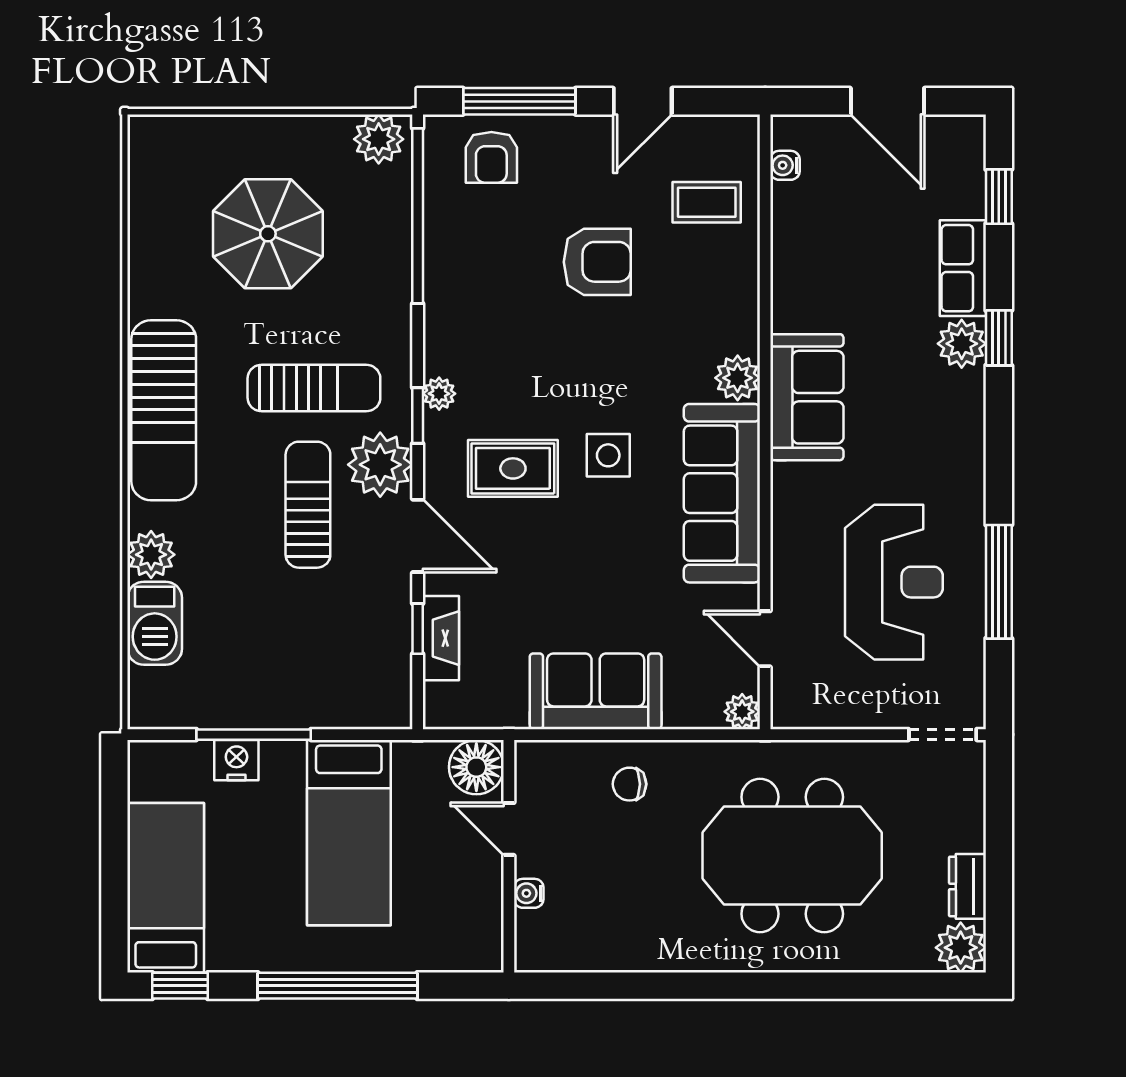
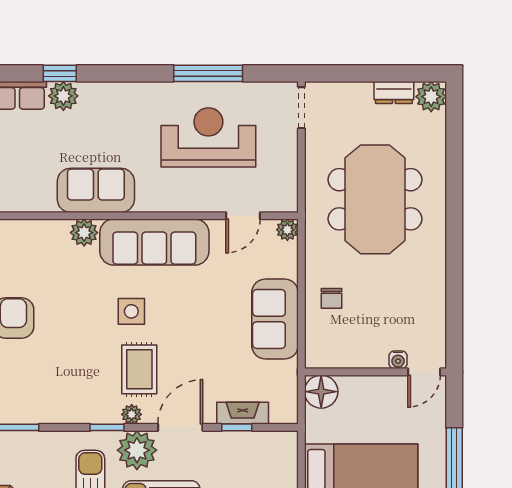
plant: (439, 394) -> (132, 414), moved
door: (509, 829) -> (424, 372), moved

